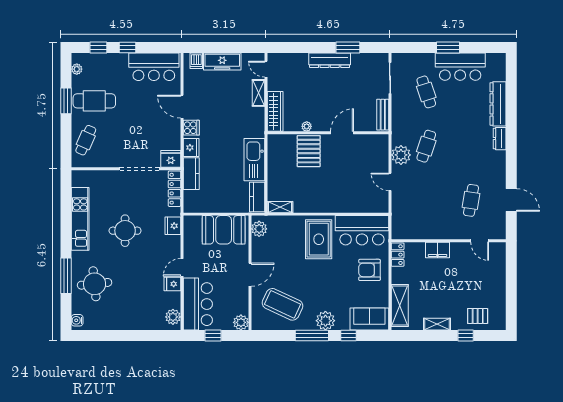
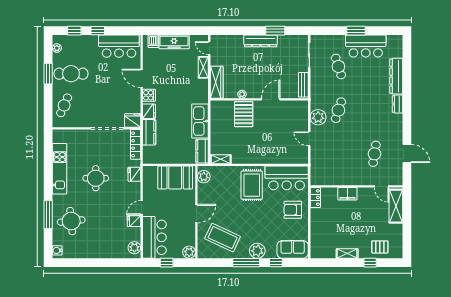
shelving: (400, 306) -> (396, 206), moved

